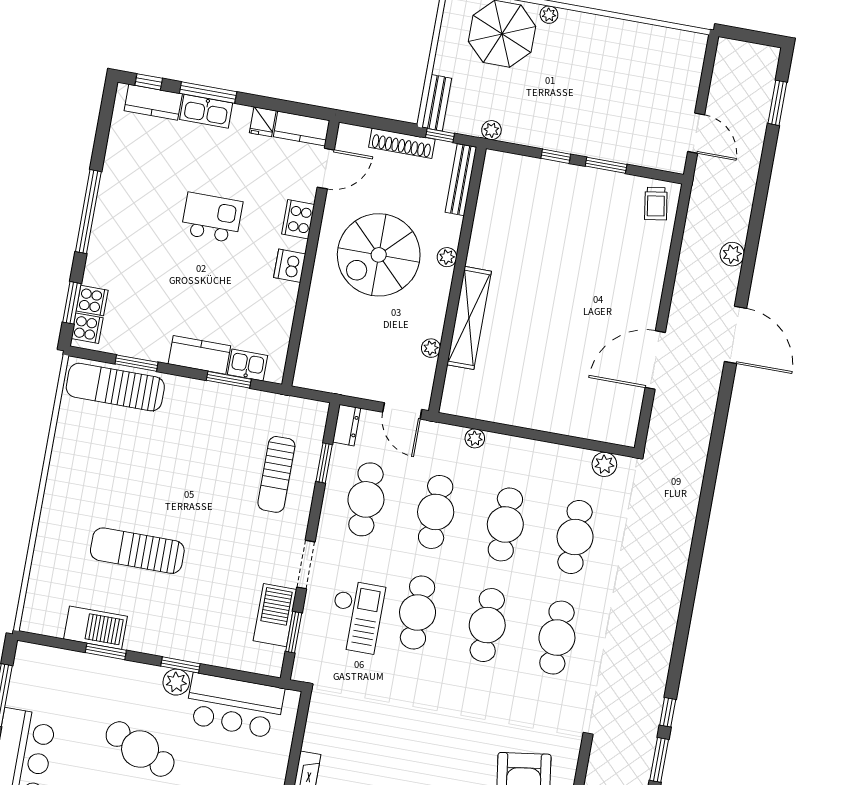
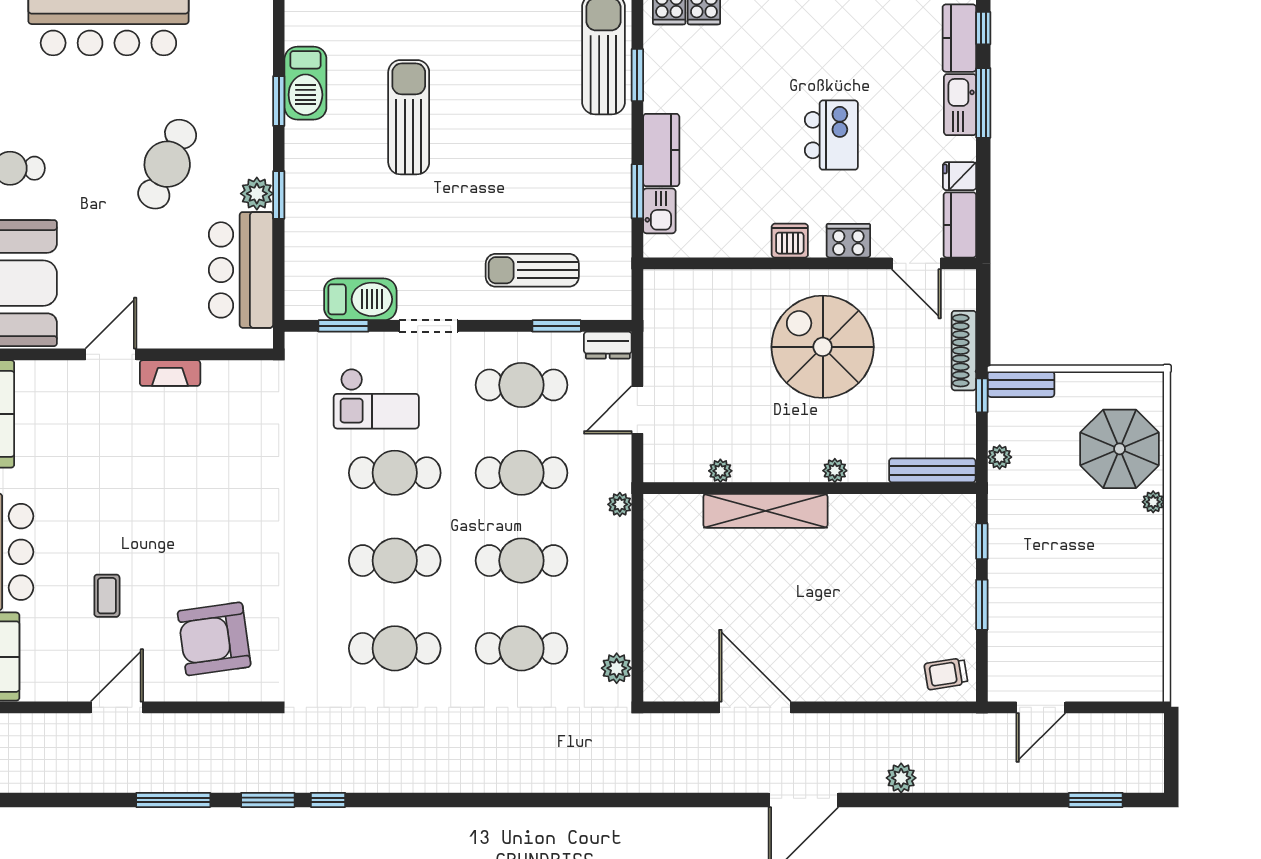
bench: (461, 180) -> (932, 470), moved
plant: (447, 257) -> (835, 471), moved
wall: (457, 280) -> (810, 488), moved
shelving: (469, 318) -> (765, 511), moved
plant: (431, 348) -> (720, 471), moved

